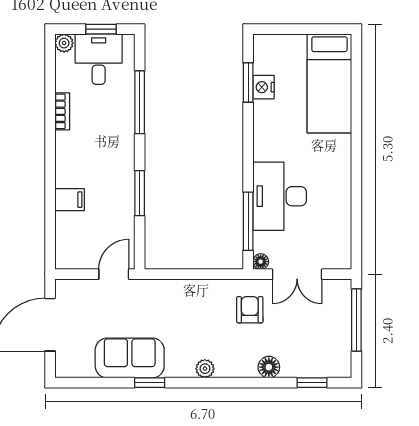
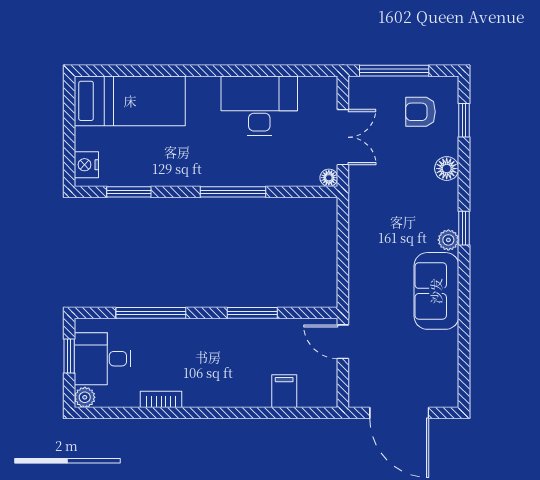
nightstand: (263, 87) -> (86, 165), moved, turned 90
desk: (280, 196) -> (259, 106), moved, turned 180
filing cabinet: (70, 200) -> (284, 391), moved
window: (248, 221) -> (233, 192), moved
armchair: (250, 310) -> (421, 112), moved
sofa: (130, 358) -> (436, 291), moved
window: (150, 383) -> (464, 228), moved

